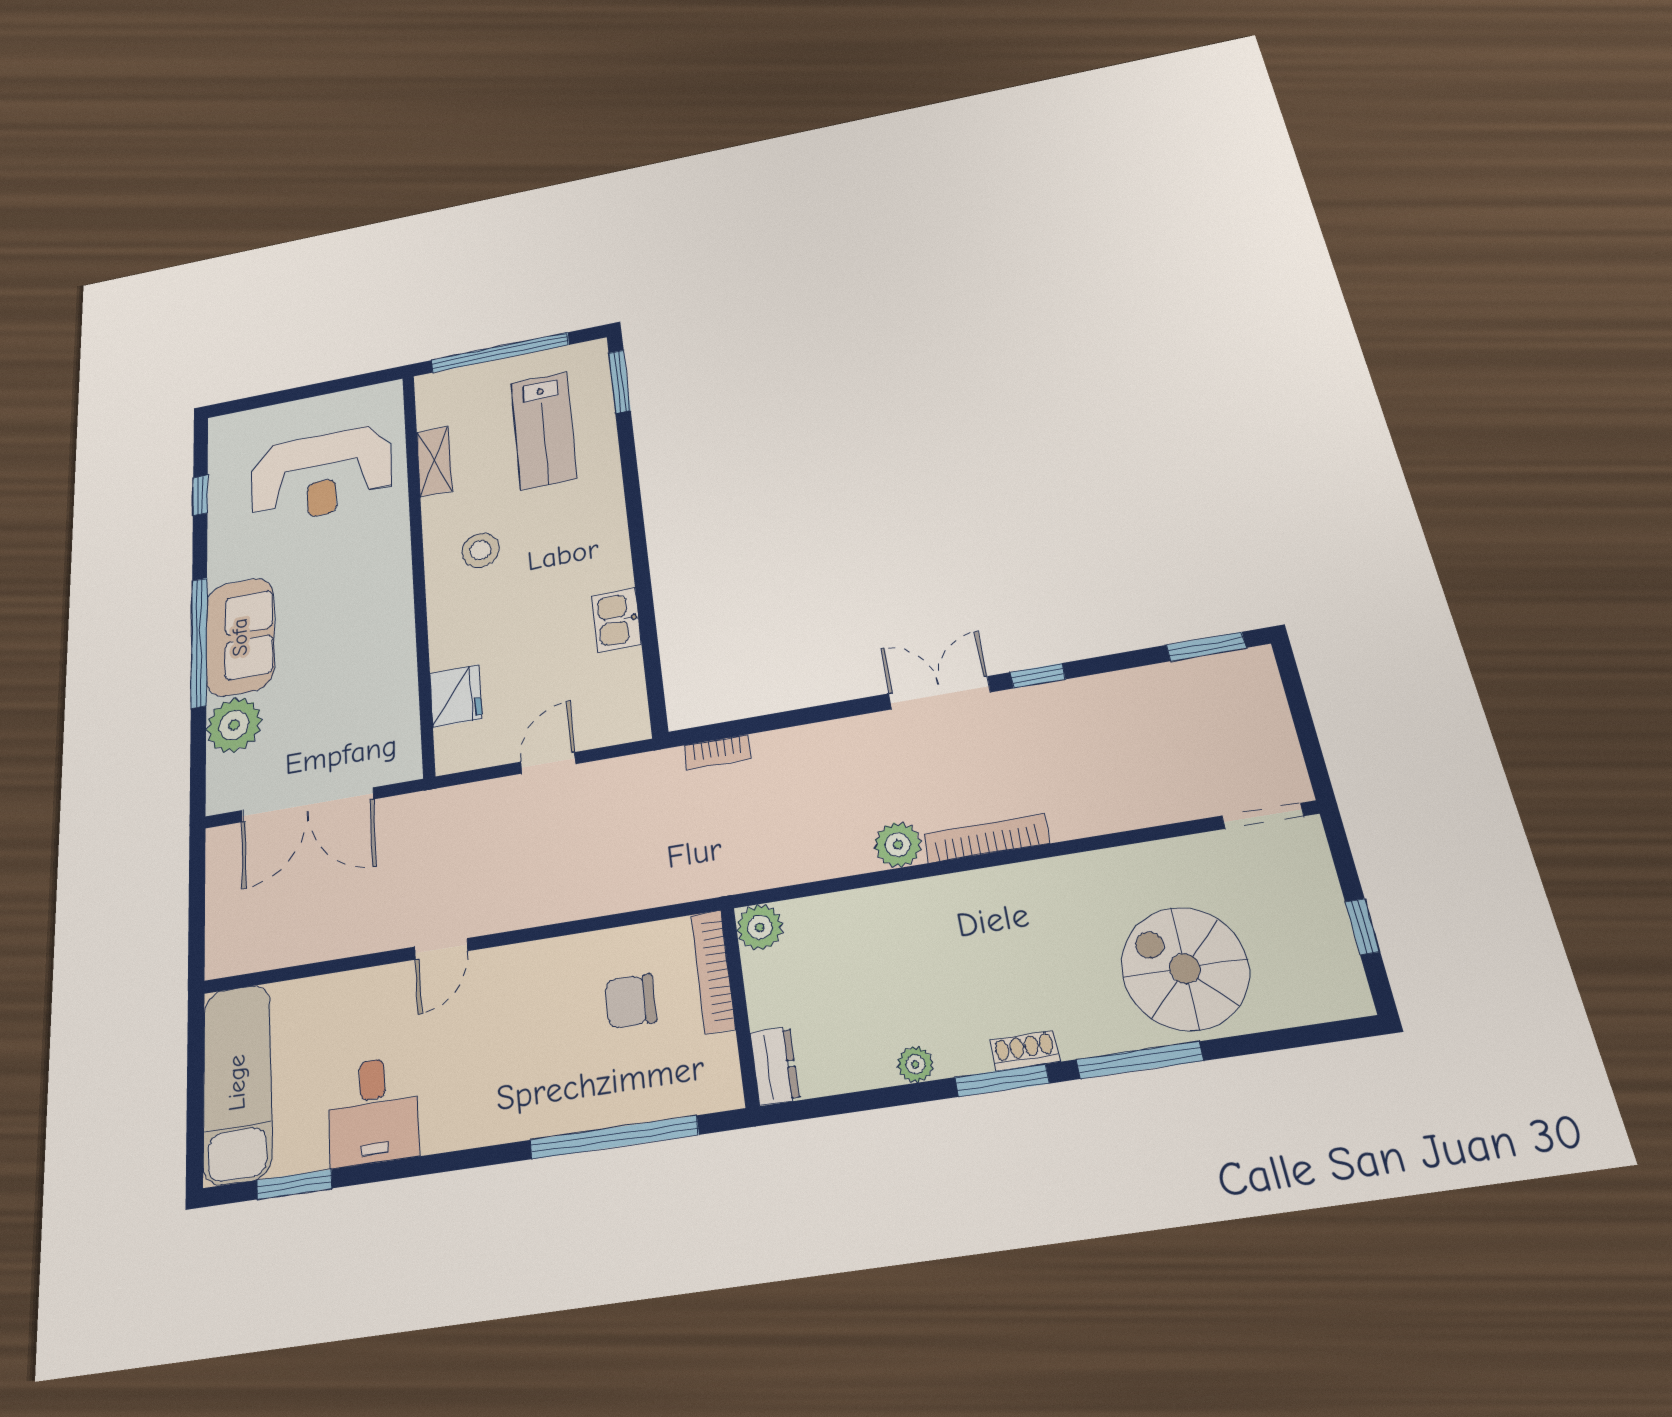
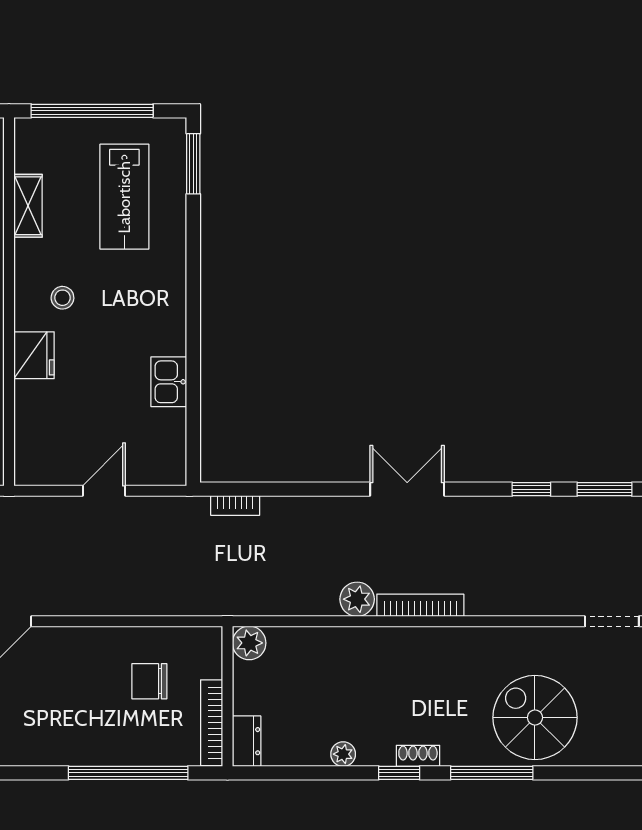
stool: (480, 550) -> (62, 298), width x0.73, depth x0.73
window: (1038, 676) -> (531, 489), moved
fridge: (456, 696) -> (34, 355), moved
bookcase: (713, 971) -> (212, 723), moved
window: (1002, 1080) -> (399, 773), width x0.67

